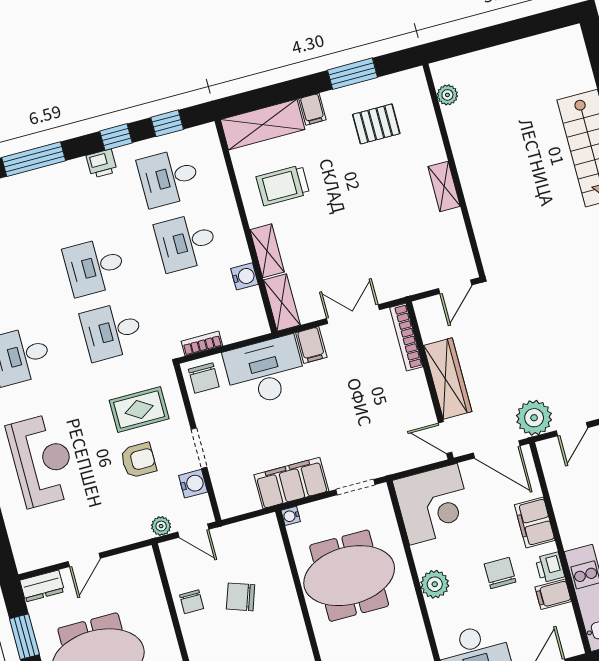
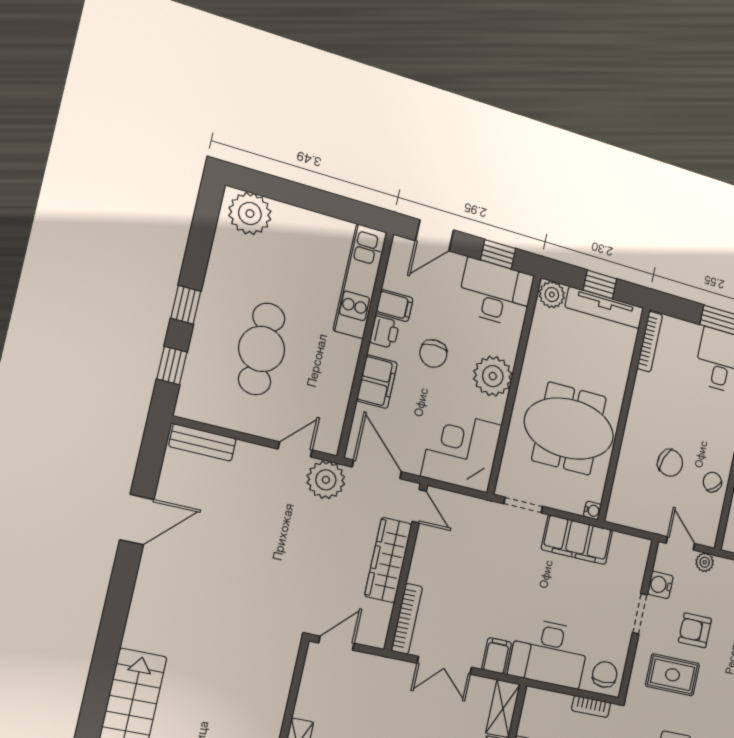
plant: (435, 584) -> (493, 376), width x1.36, depth x1.36
chair: (192, 602) -> (712, 482), turned -41

